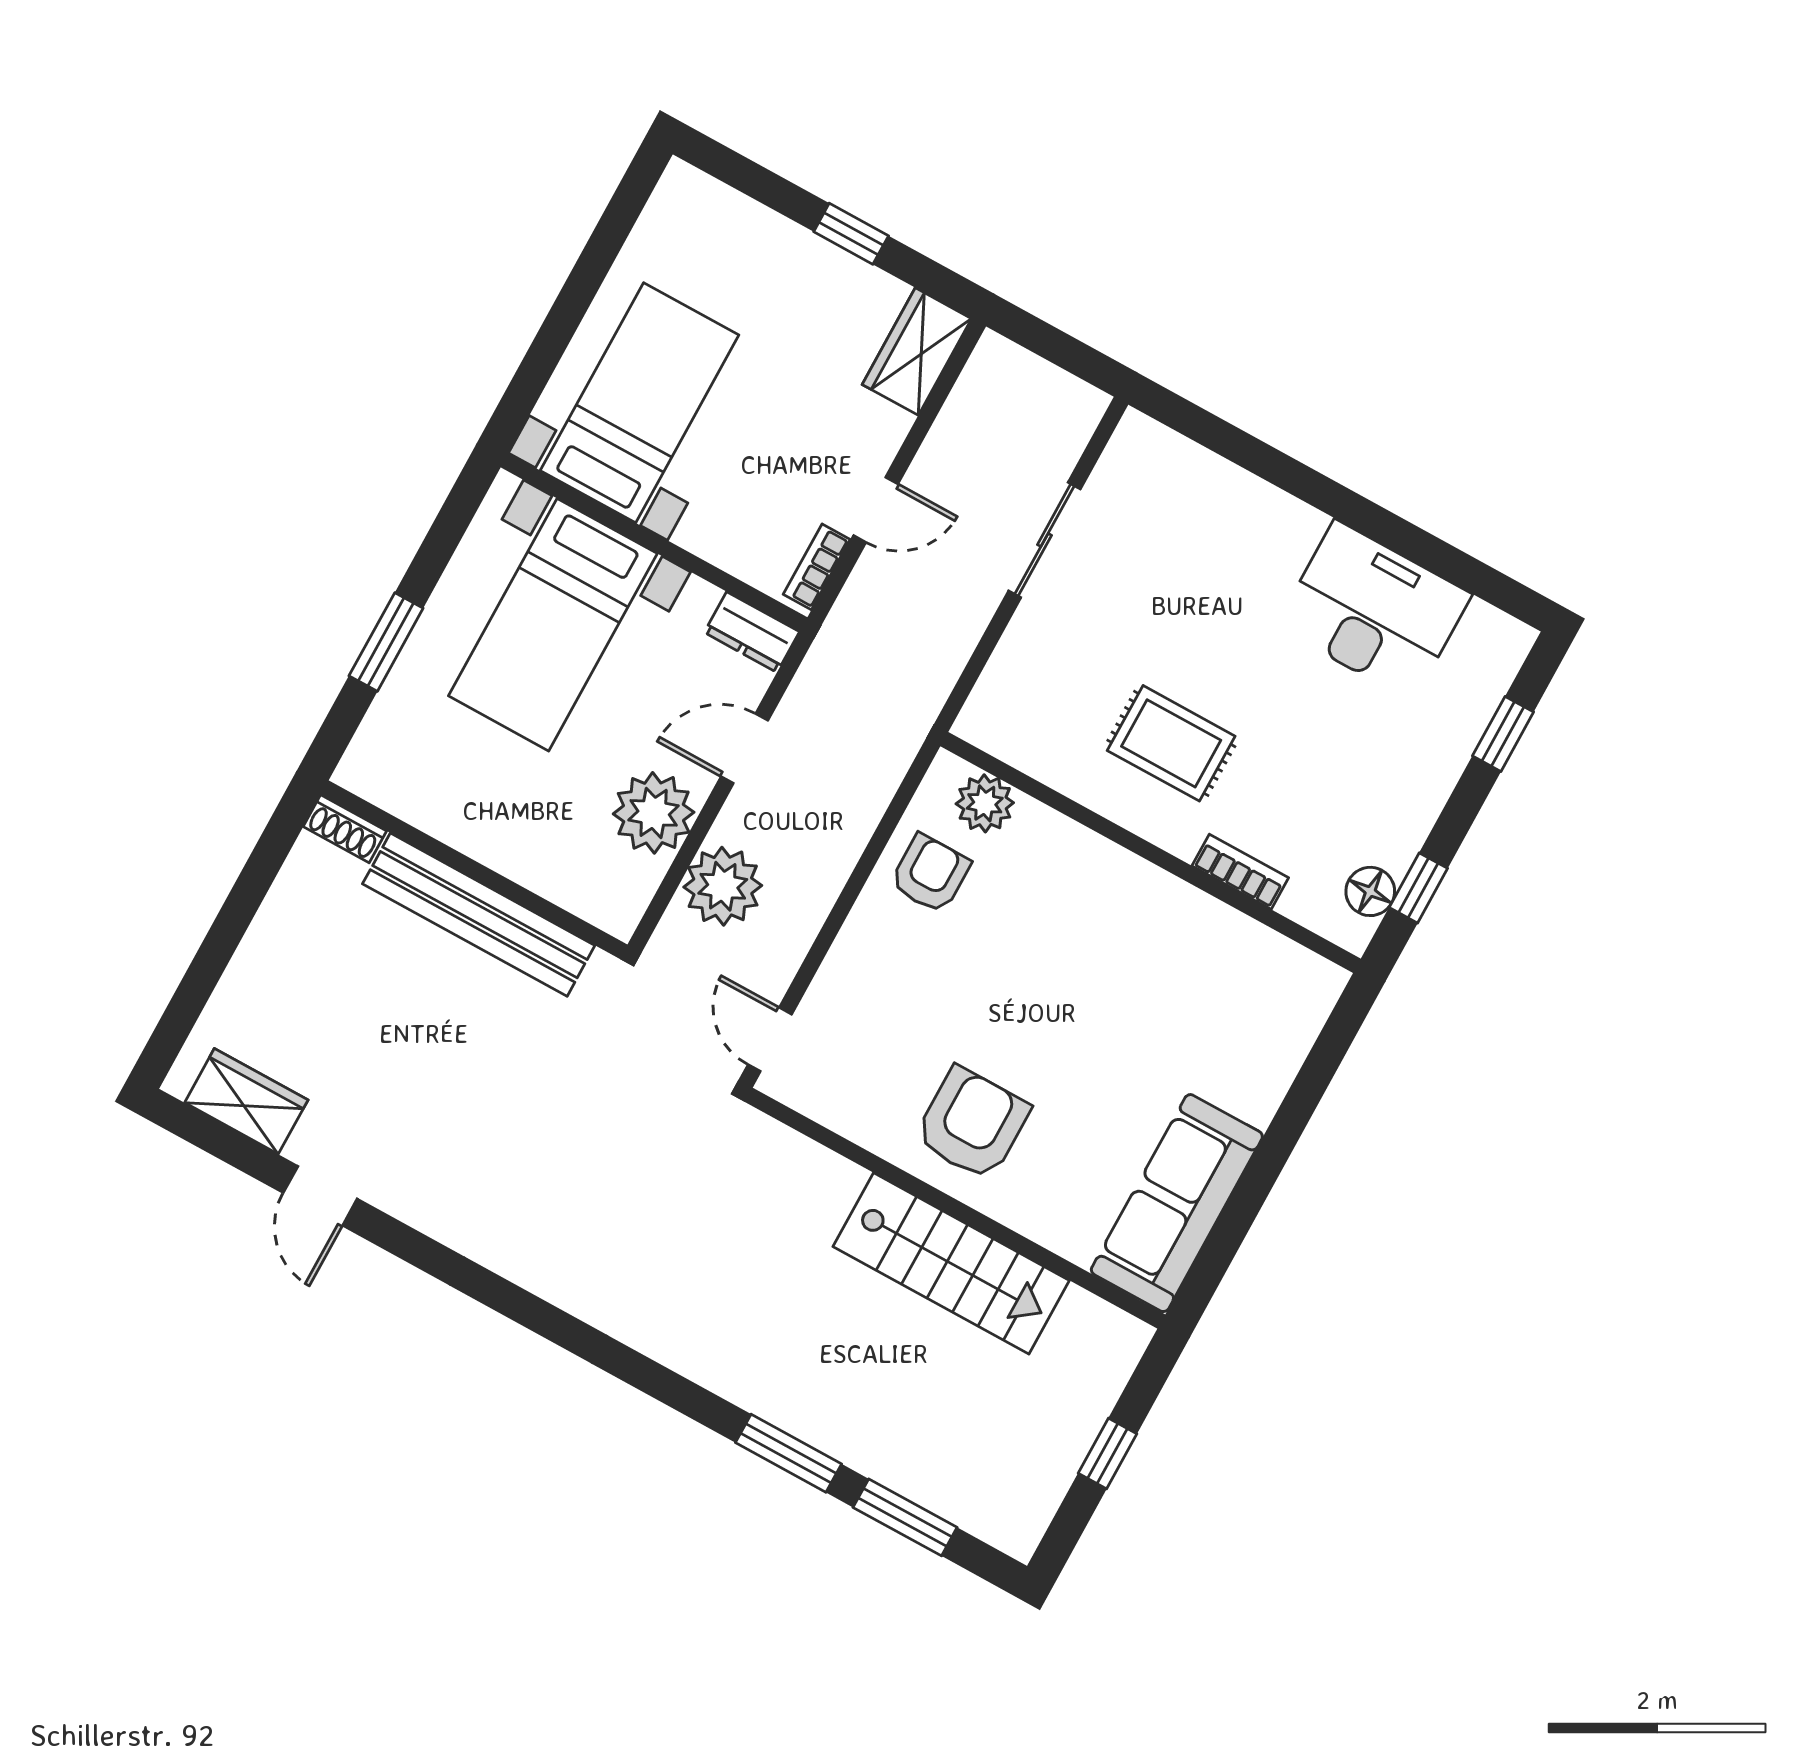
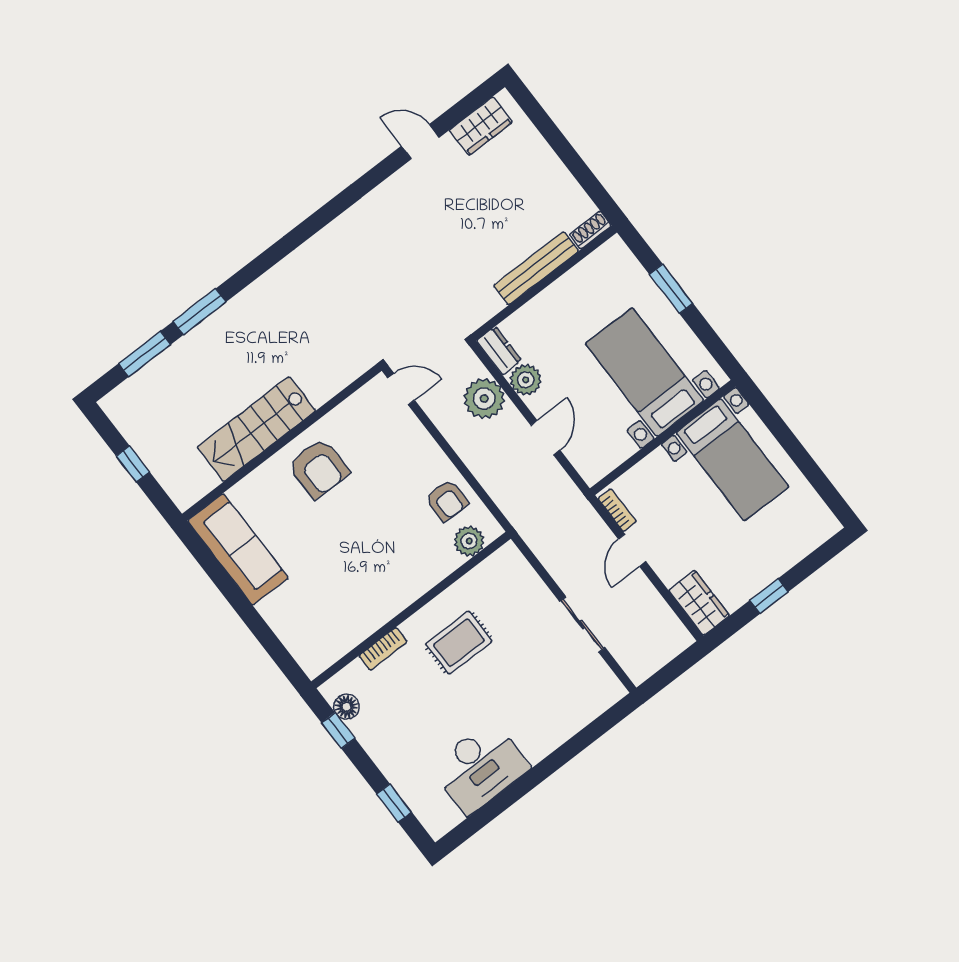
dresser: (752, 632) -> (499, 351), moved, turned 90
plant: (654, 813) -> (526, 380), width x0.73, depth x0.73
bench: (479, 915) -> (536, 268), width x0.73, depth x0.82

